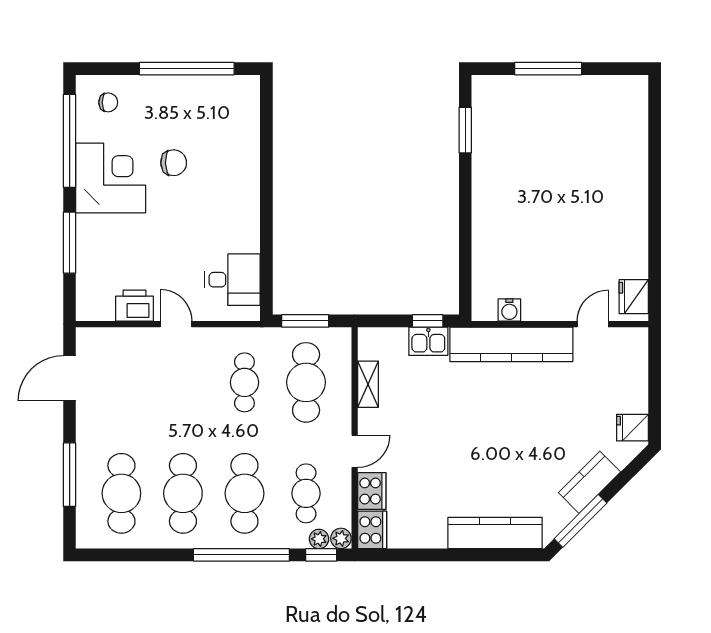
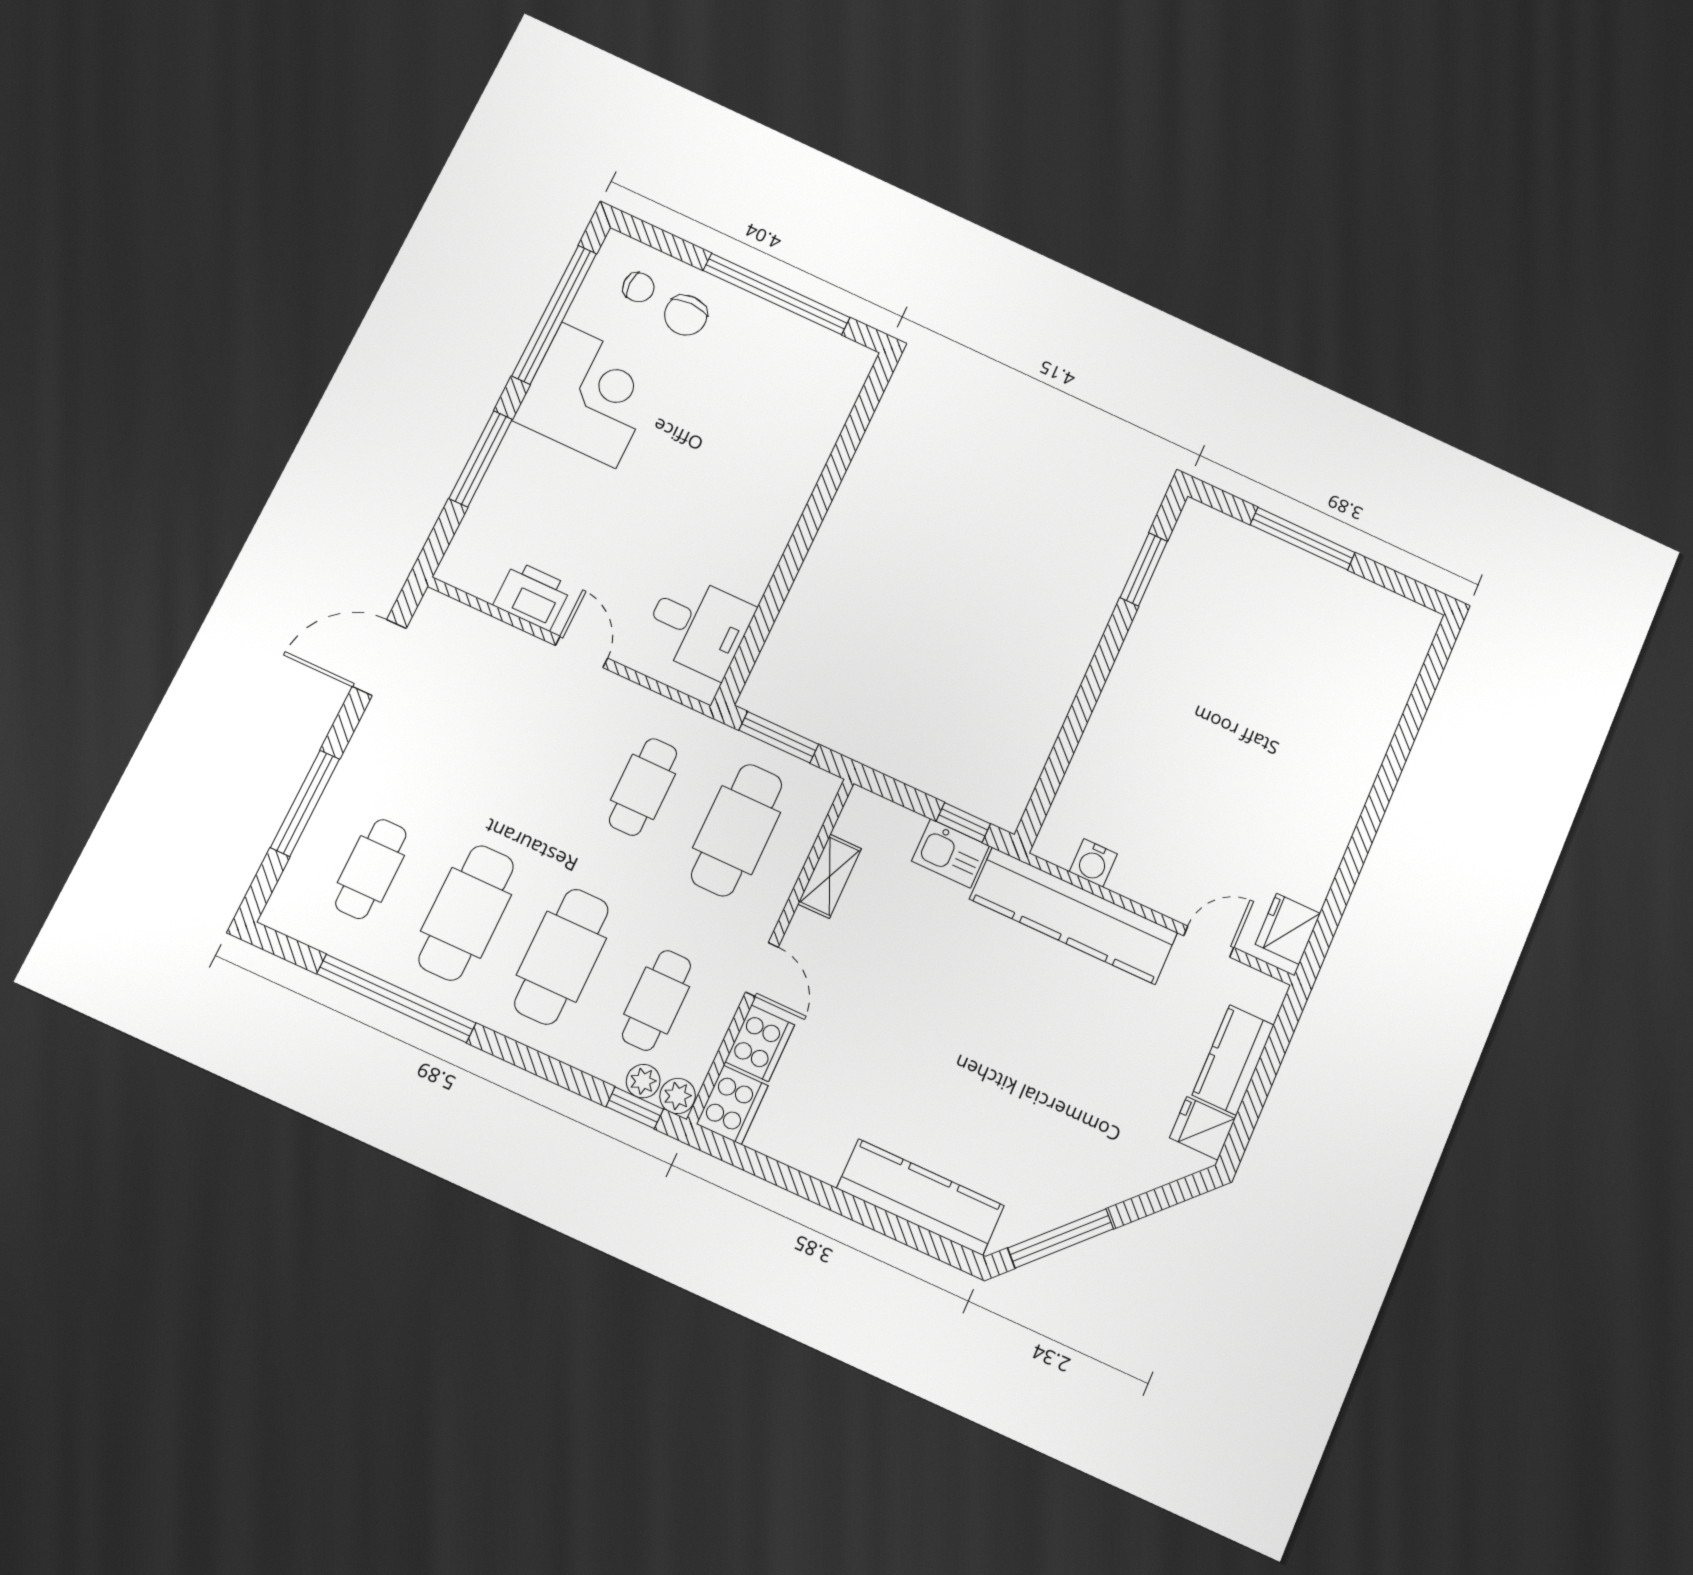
chair: (174, 163) -> (686, 315), moved, turned 92
door: (355, 451) -> (762, 970), hinge flipped
kitchen counter: (589, 482) -> (1233, 1060), moved, turned -45
cafe table: (121, 493) -> (371, 869), width x0.73, depth x0.74
window: (241, 555) -> (396, 998), moved

